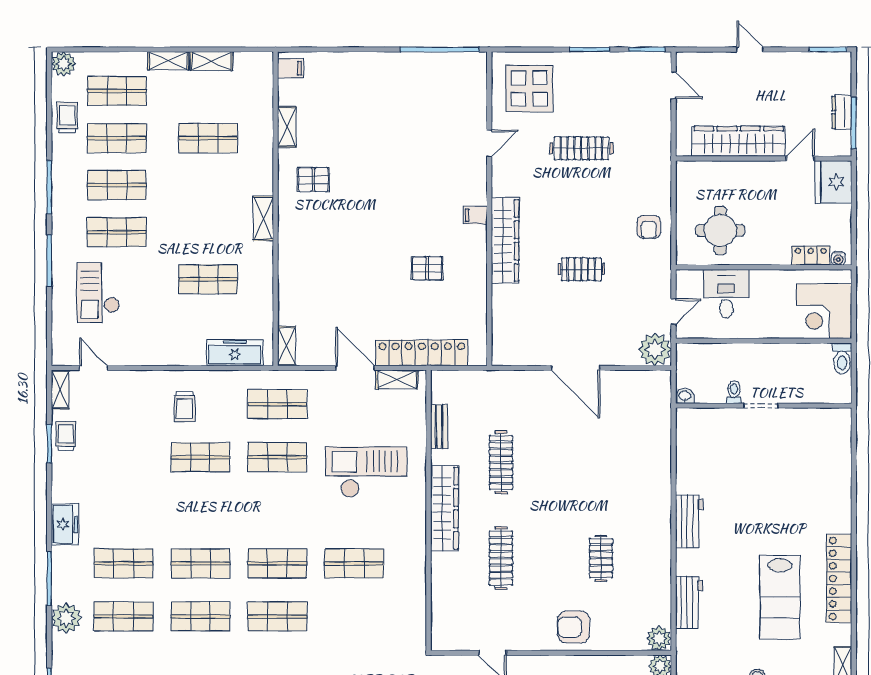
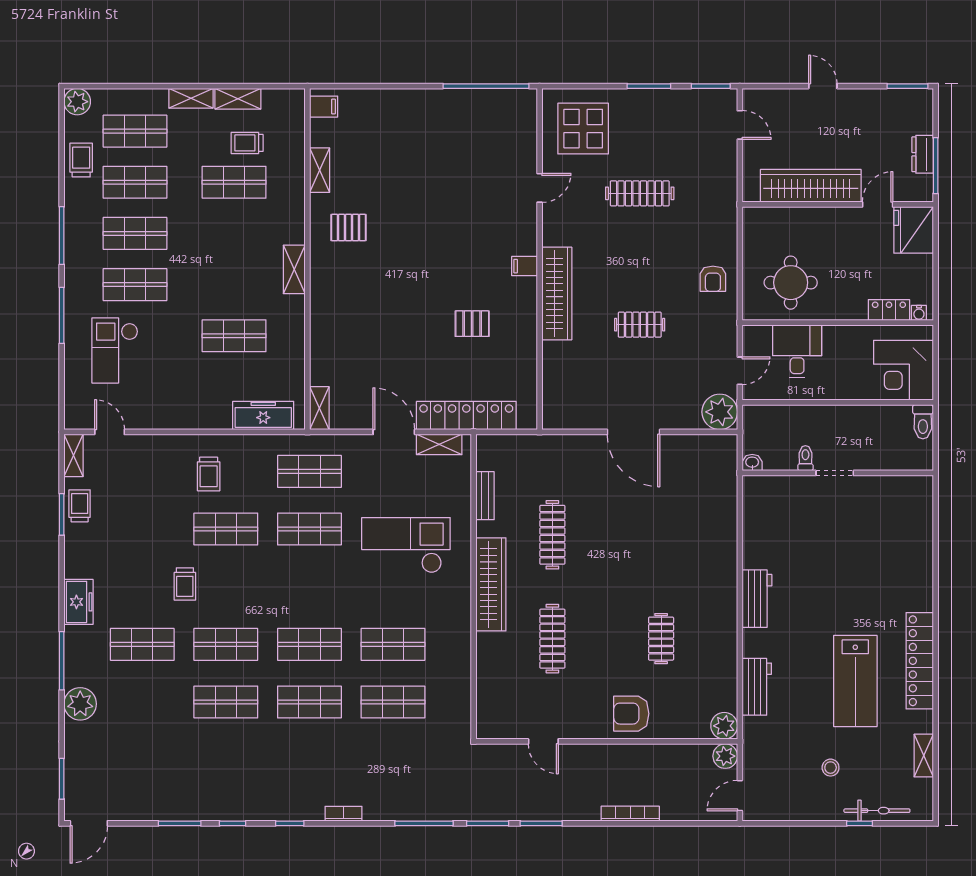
trolley: (220, 102) -> (247, 143), added
trolley: (163, 508) -> (185, 584), added
shop shelf: (123, 616) -> (393, 702), moved

